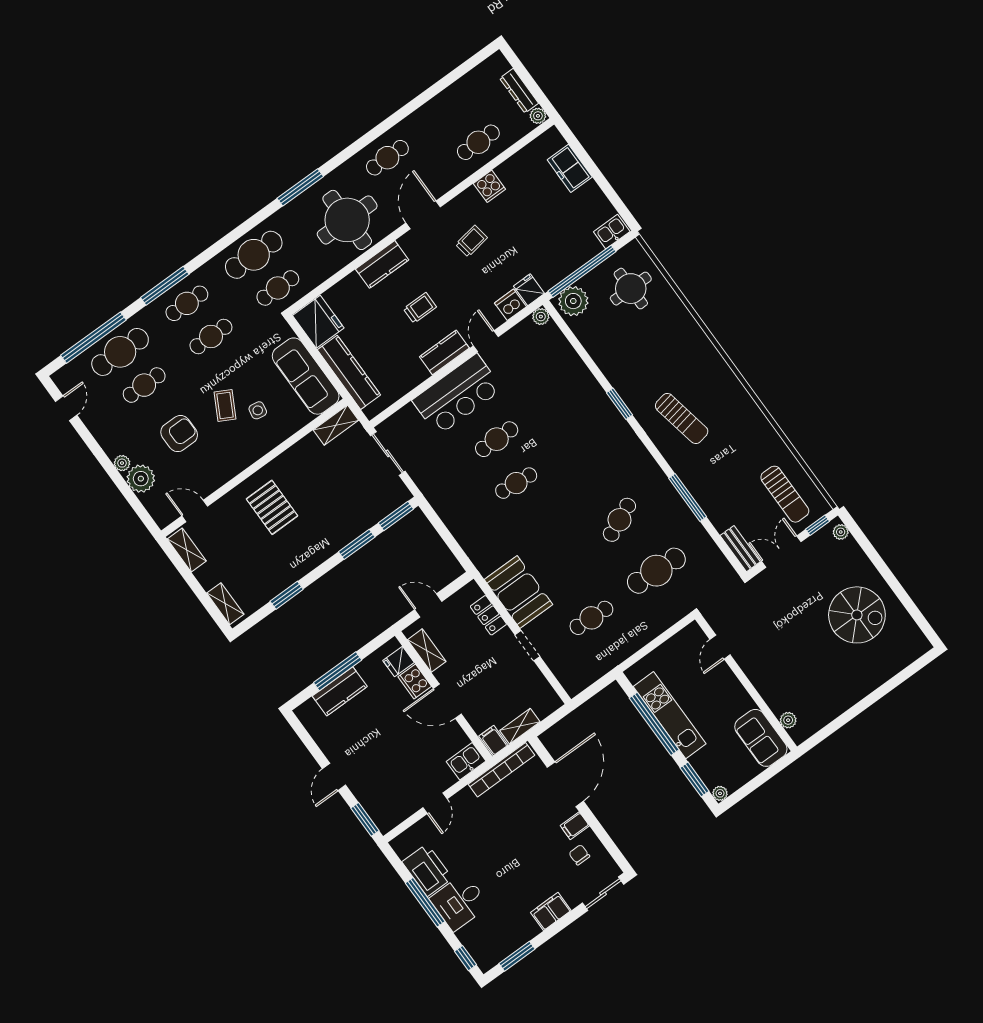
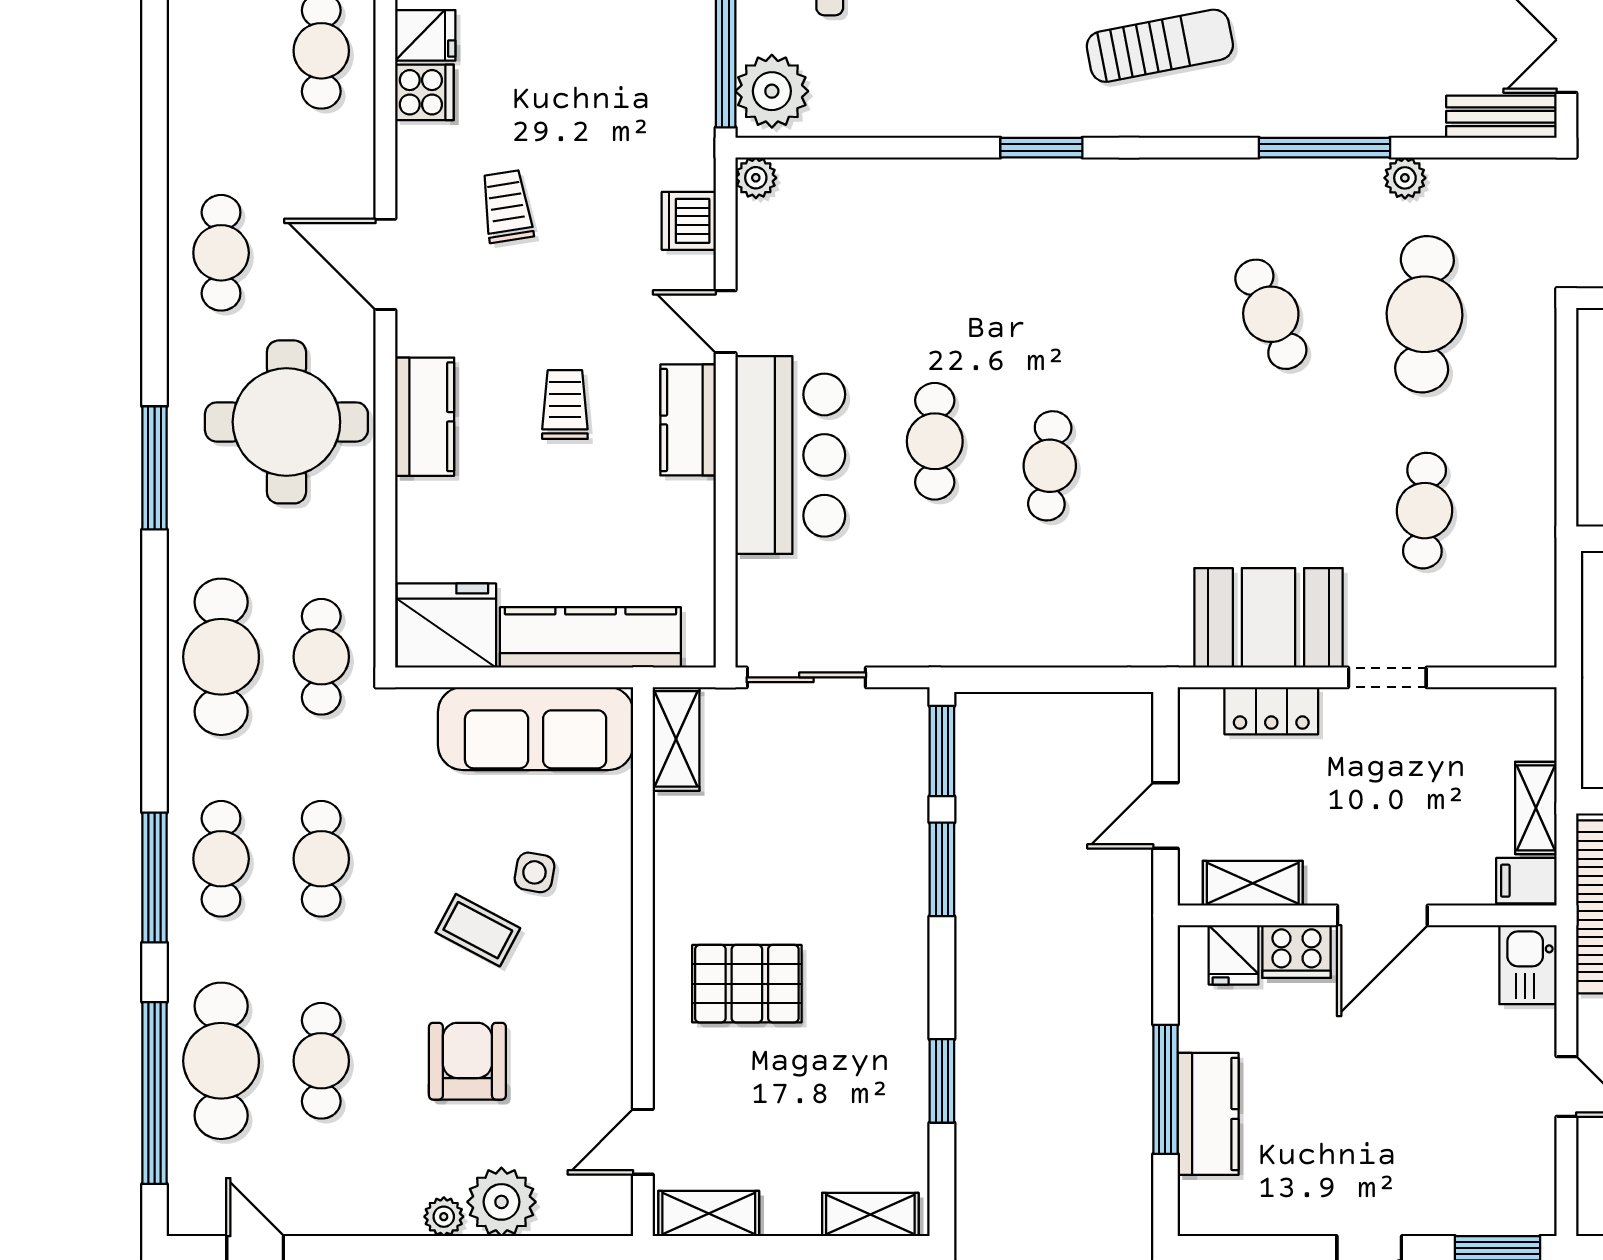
fridge: (529, 290) -> (425, 35), moved, turned 180
plant: (697, 531) -> (1405, 178), added

